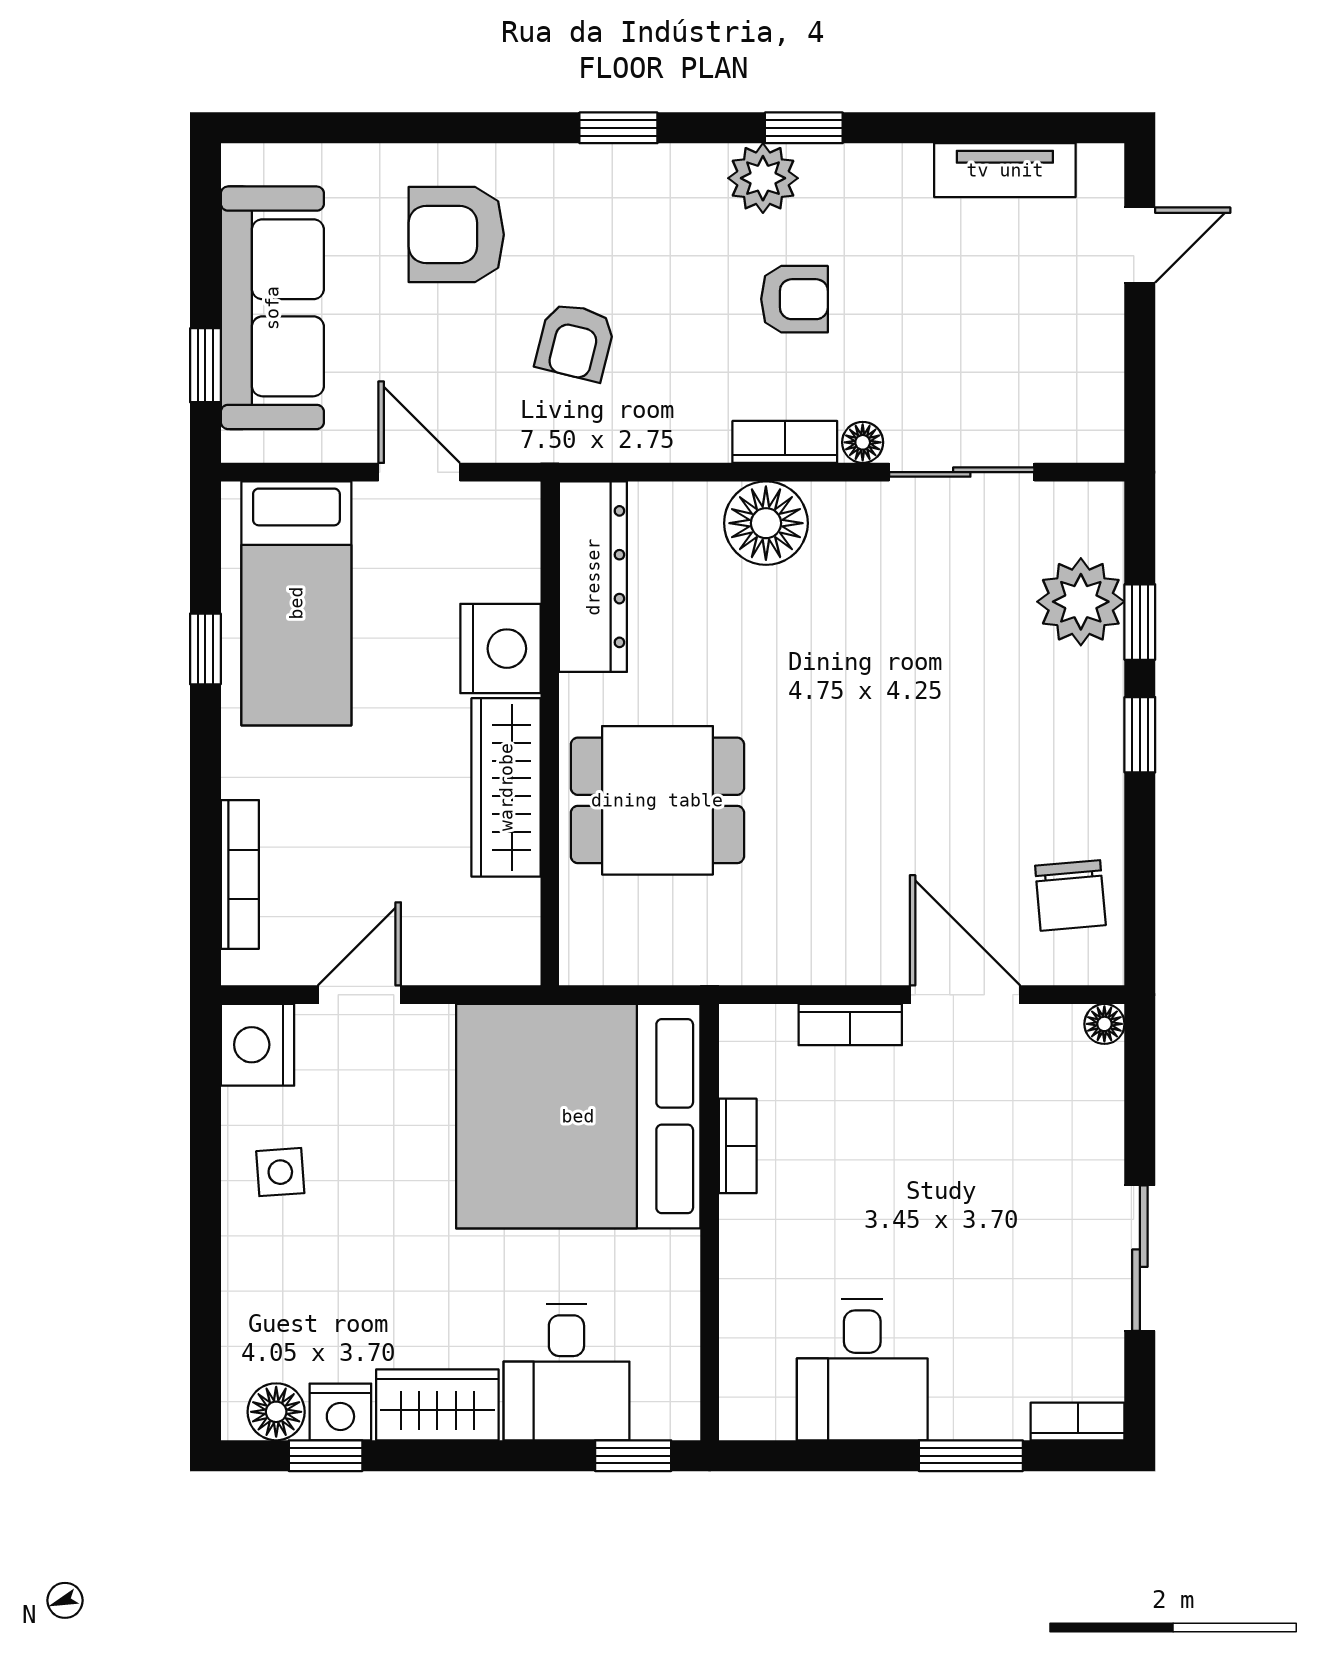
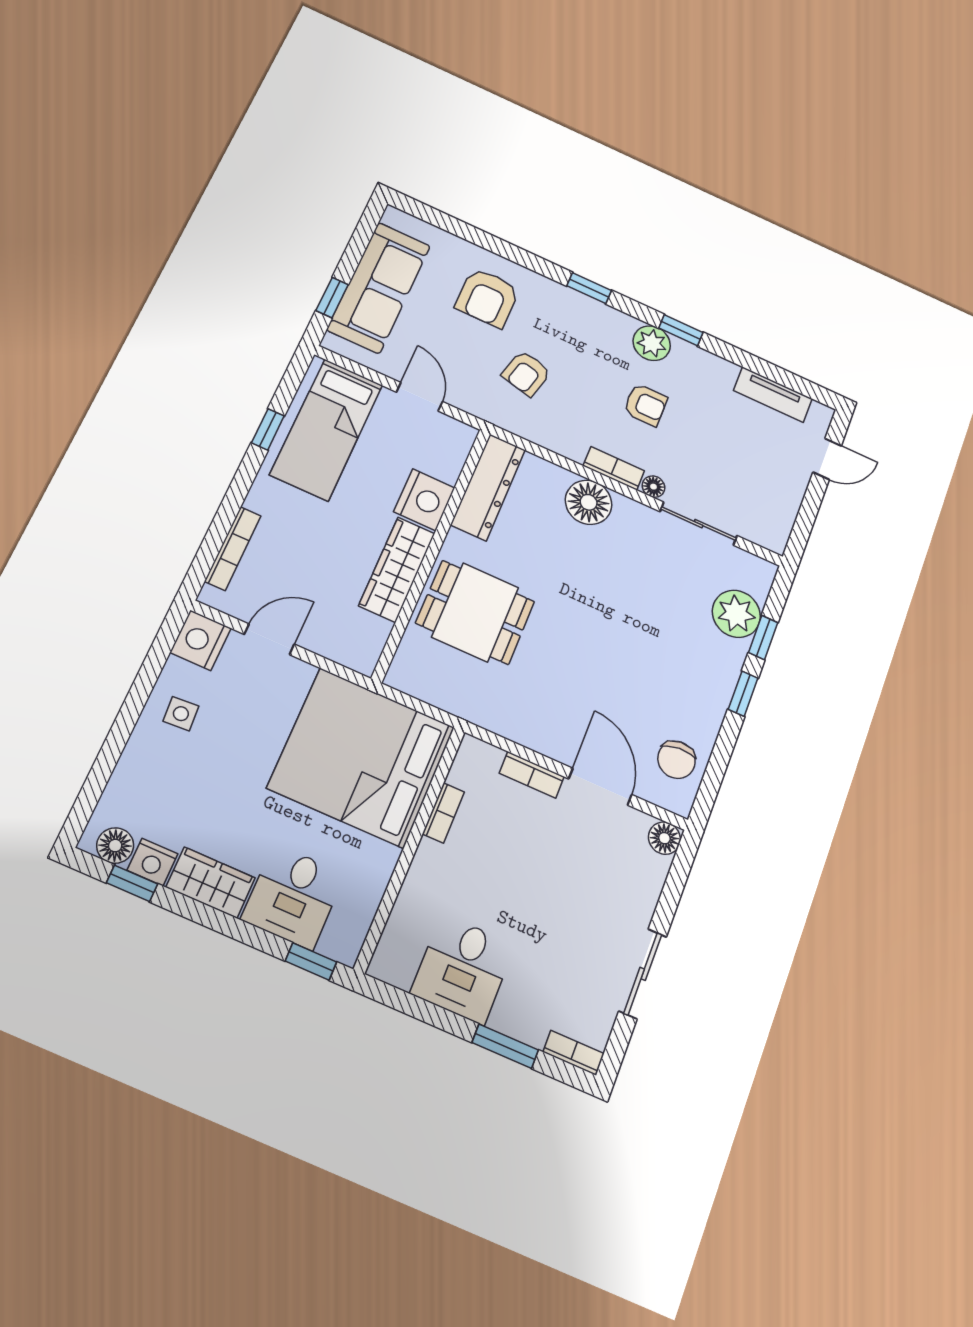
armchair: (456, 235) -> (487, 298), turned -90
floor lamp: (1104, 1024) -> (664, 838), width x1.37, depth x1.37

